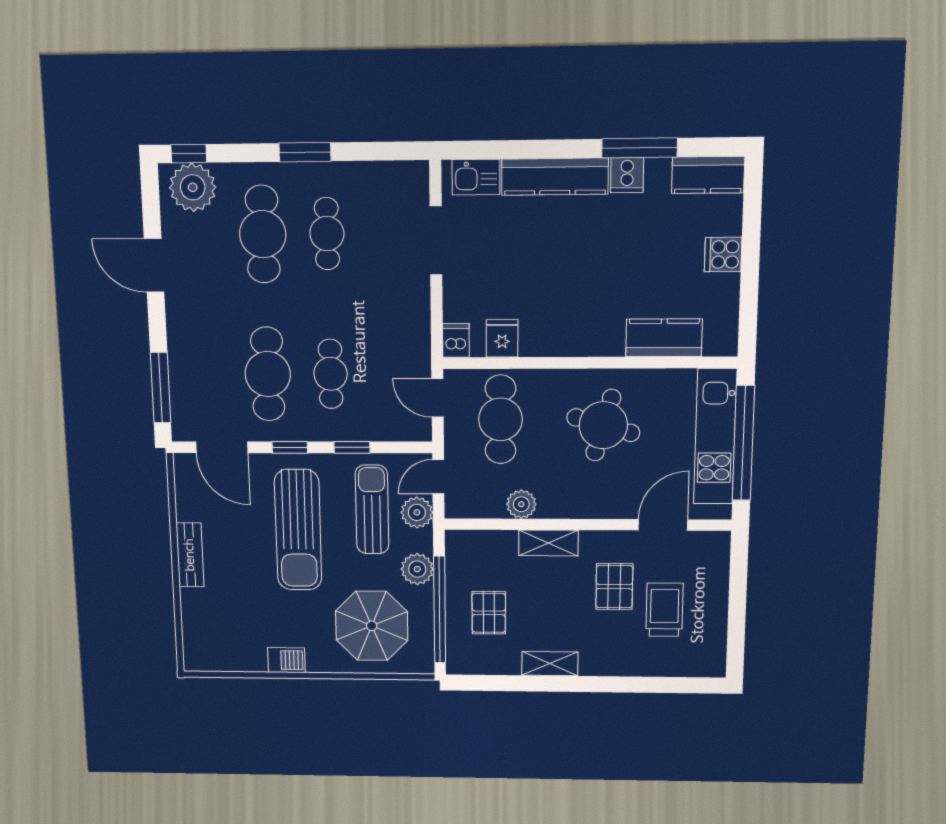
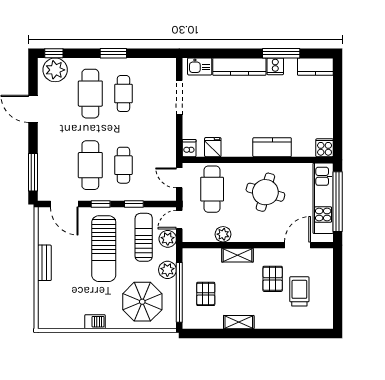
cooker: (723, 254) -> (325, 148), moved, turned 90
kitchen counter: (664, 338) -> (272, 147), moved

